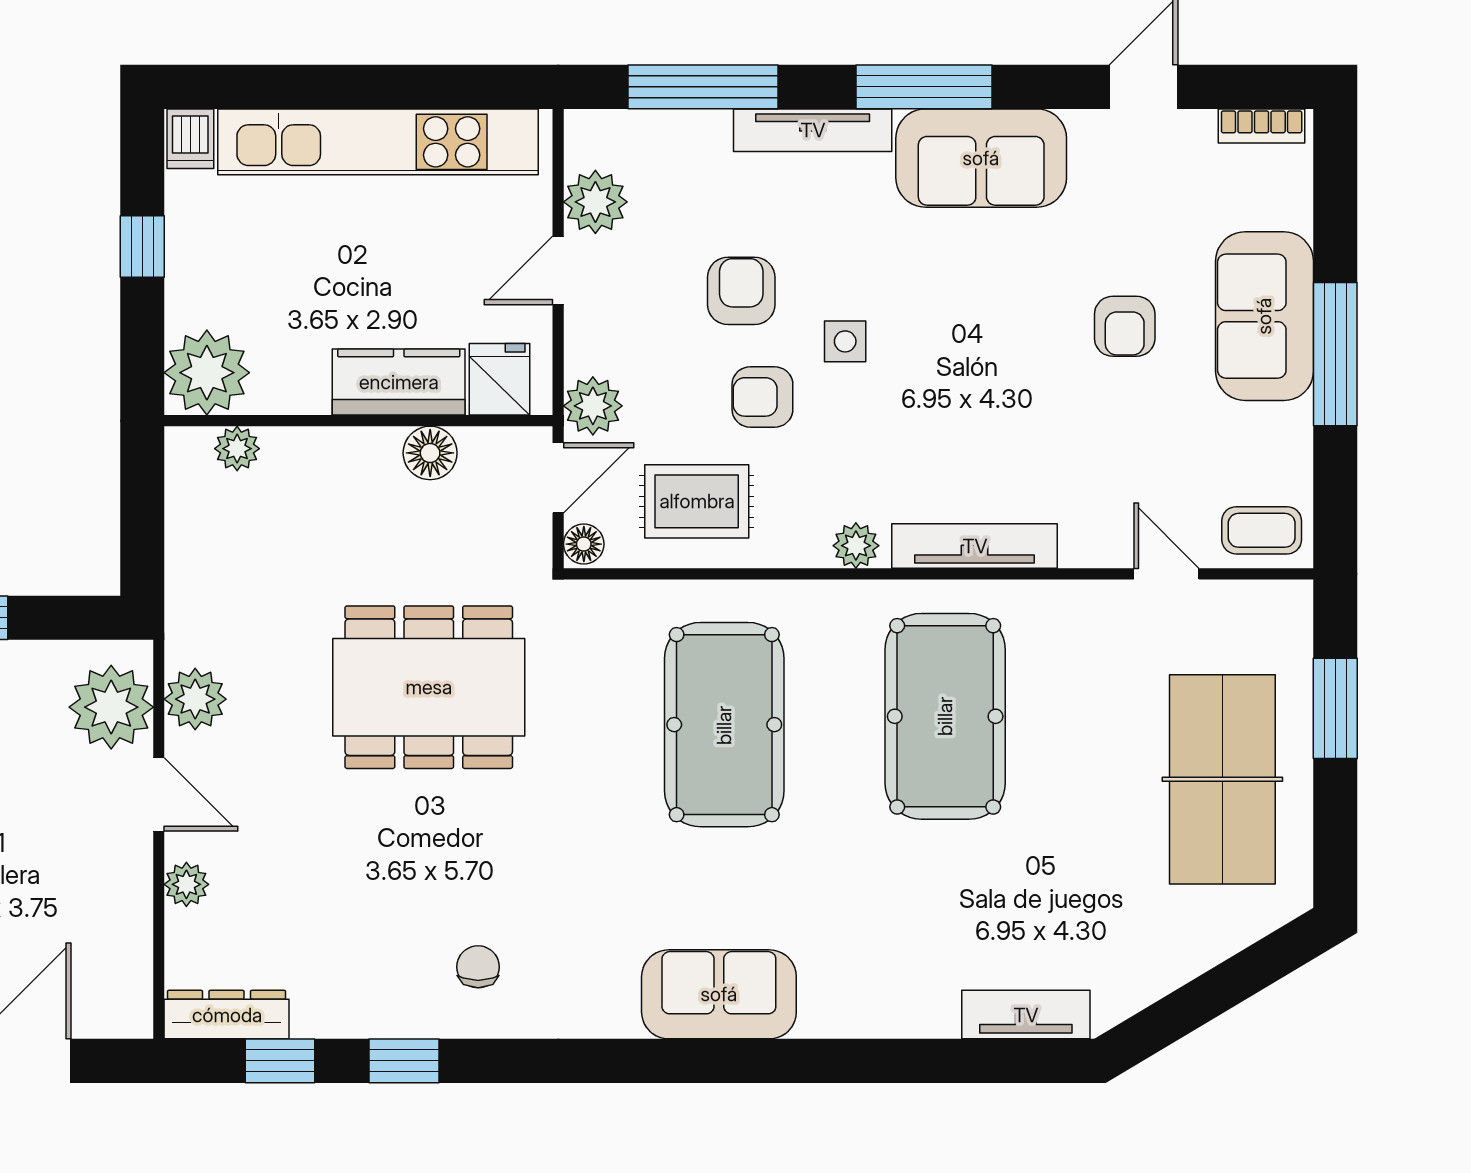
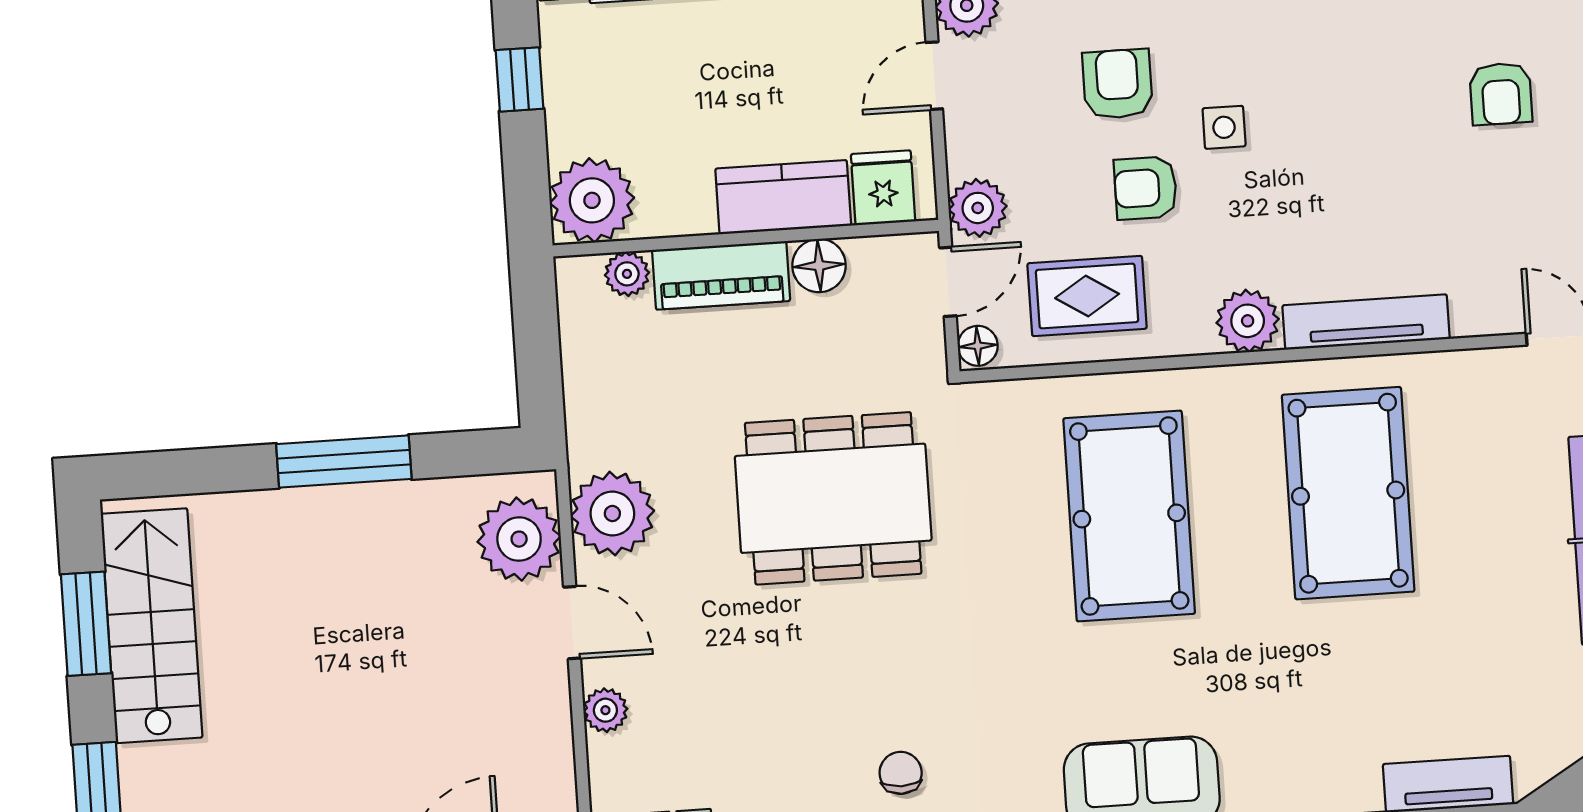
piano: (331, 456) -> (721, 275), added
plant: (856, 546) -> (1248, 321), width x1.38, depth x1.38
plant: (195, 699) -> (612, 514), width x1.36, depth x1.36

